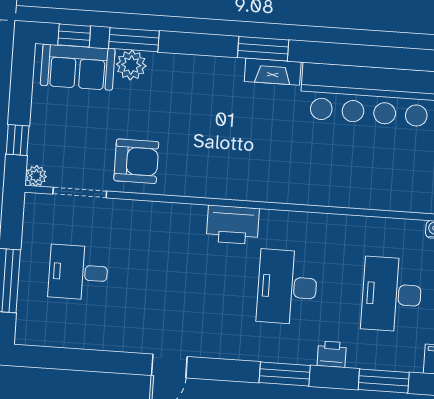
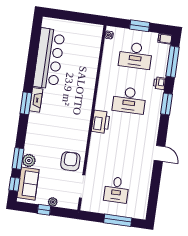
window: (18, 140) -> (44, 210), moved
plant: (36, 176) -> (53, 202), moved
window: (384, 381) -> (173, 62), width x1.44

